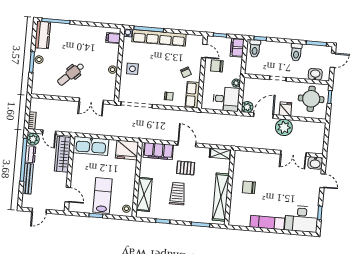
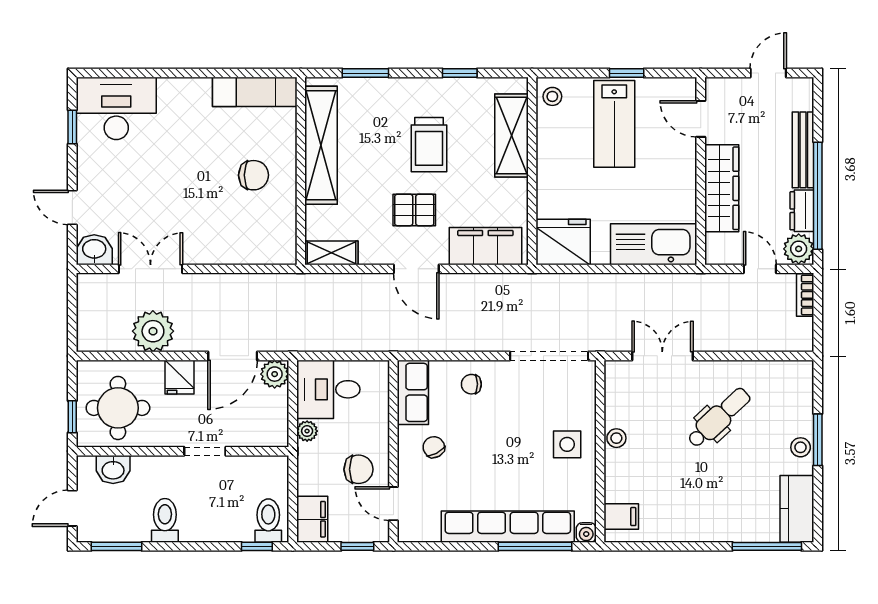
plant: (284, 127) -> (153, 331), moved
wardrobe: (63, 154) -> (722, 188), moved
exam couch: (267, 223) -> (255, 92), moved

